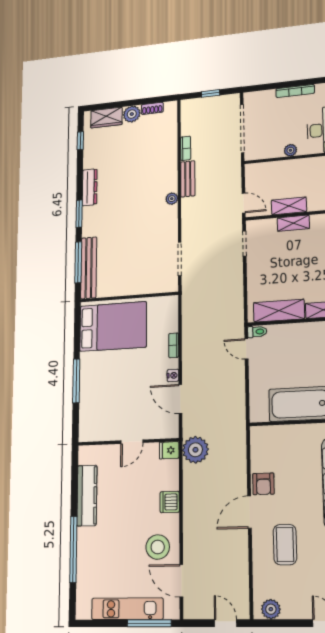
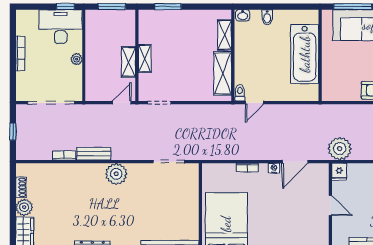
plant: (172, 199) -> (116, 174), width x1.87, depth x1.87

